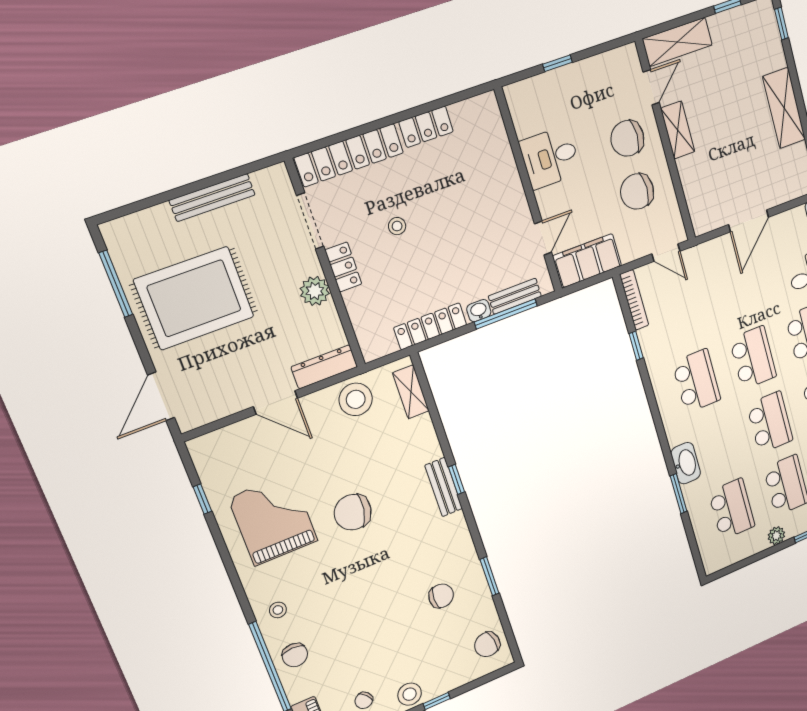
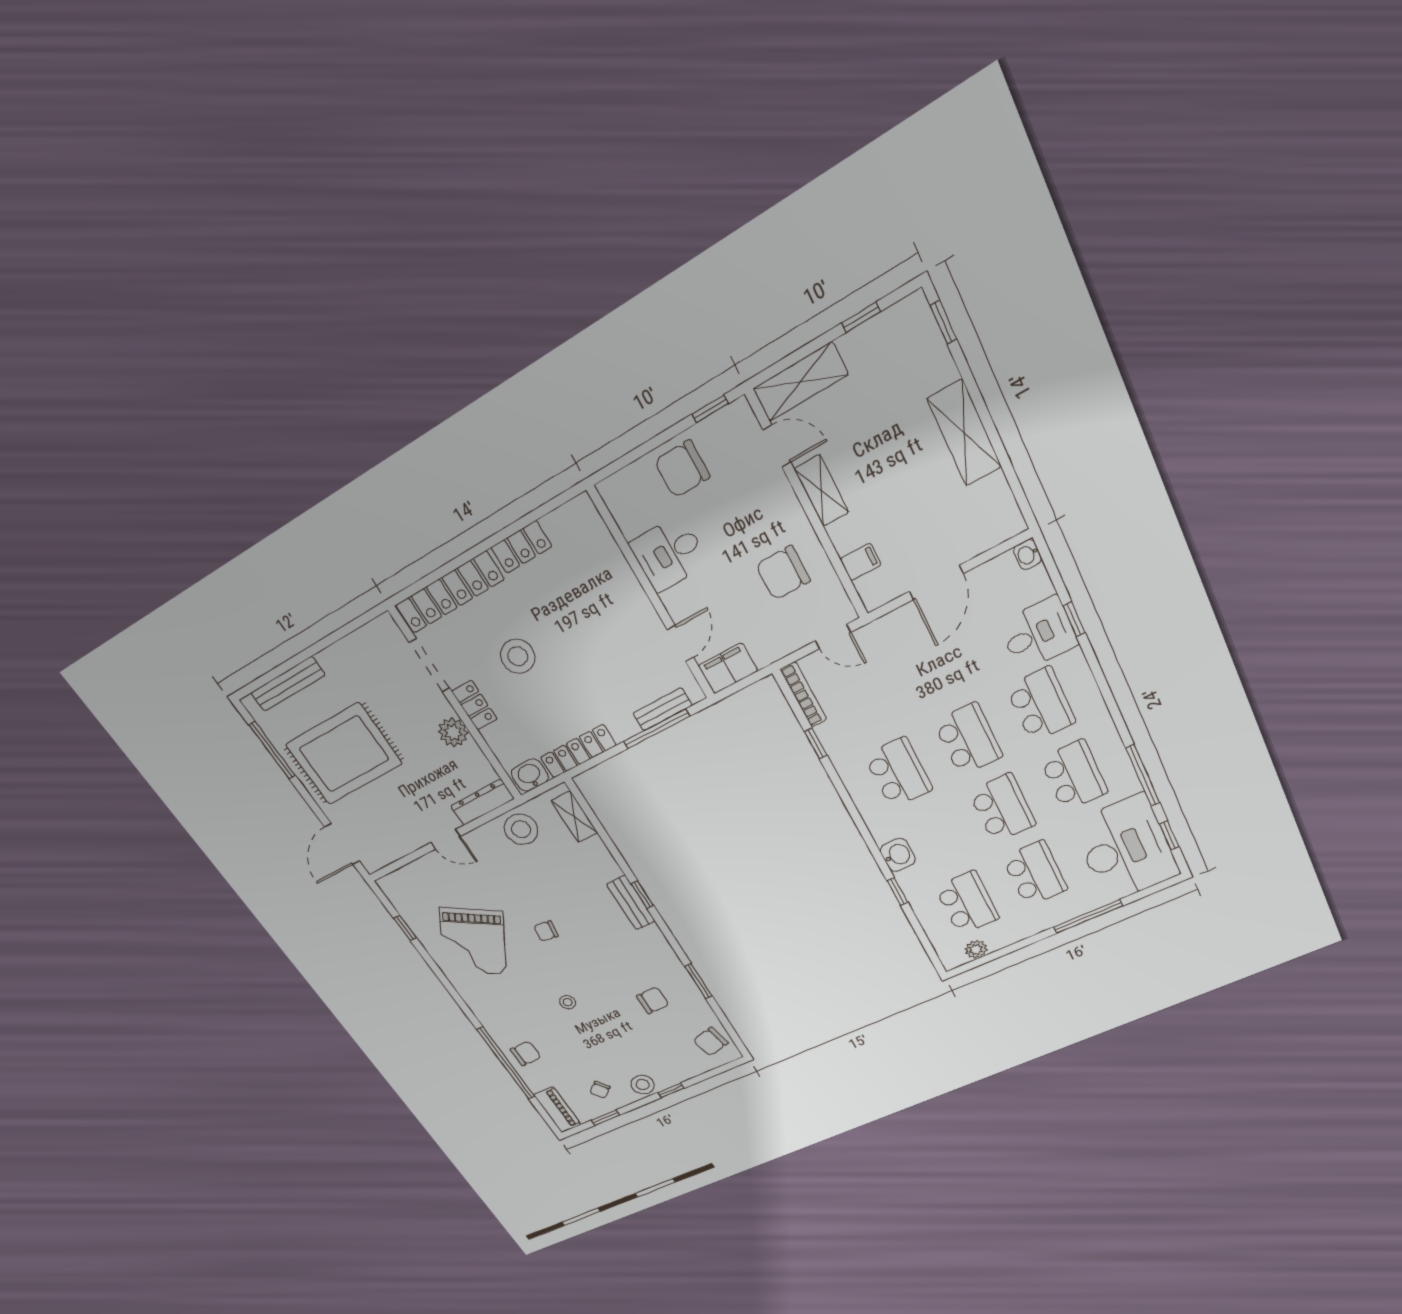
window: (557, 63) -> (710, 409), moved
door: (651, 87) -> (777, 446), hinge flipped
chair: (627, 138) -> (682, 469), moved
filing cabinet: (697, 194) -> (861, 562), added
bench: (212, 198) -> (288, 684), moved
stool: (397, 226) -> (518, 656), width x1.89, depth x1.89
filing cabinet: (587, 261) -> (728, 668), width x0.67, depth x0.86
washbasin: (479, 311) -> (530, 775), moved, width x1.38, depth x1.45
door: (275, 402) -> (446, 839), width x0.73
washbasin: (686, 463) -> (898, 855), width x0.72
window: (679, 494) -> (897, 892), width x0.67
chair: (353, 512) -> (546, 931), width x0.54, depth x0.54
grand piano: (273, 519) -> (473, 941), turned -149
plant: (776, 536) -> (976, 949), moved
stool: (278, 610) -> (568, 1002), moved
chair: (295, 655) -> (526, 1053), turned -90

